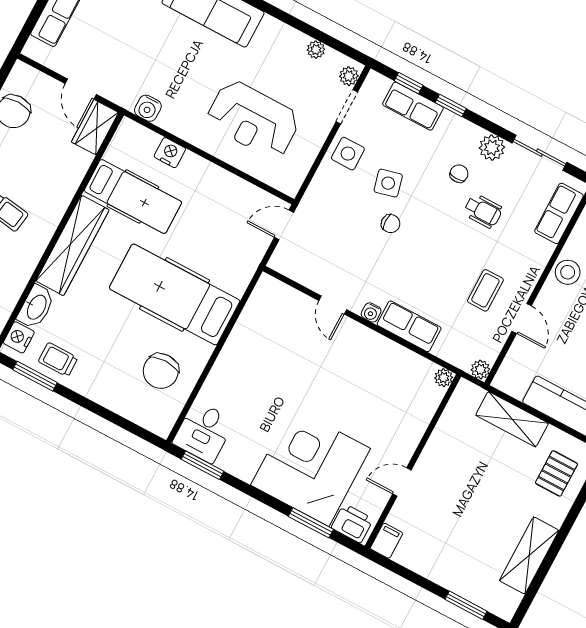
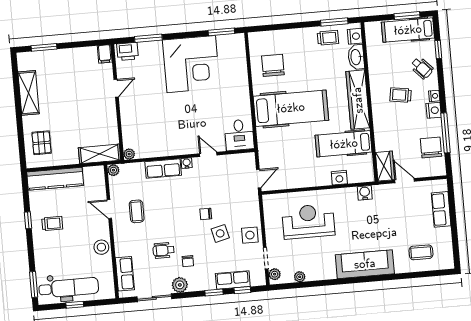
shelving: (512, 419) -> (100, 154), moved
desk: (204, 432) -> (239, 135), moved, turned 180
corner desk: (310, 467) -> (191, 64), moved

